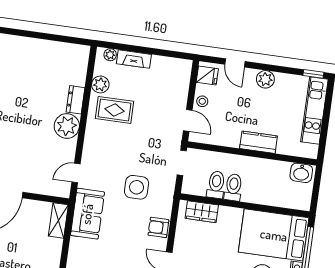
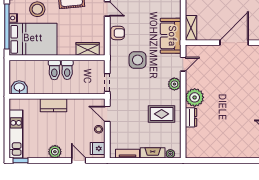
tv unit: (168, 63) -> (128, 154), added
plant: (100, 84) -> (174, 84), moved
toilet: (216, 185) -> (54, 70), moved

